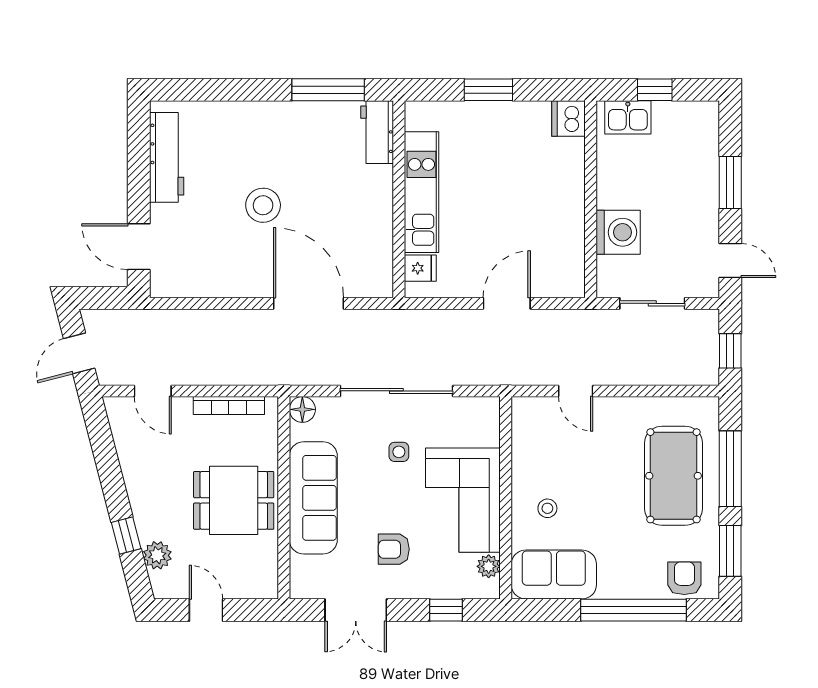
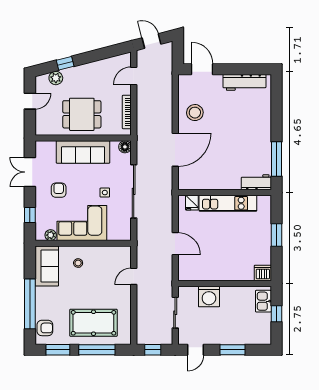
stool: (263, 205) -> (195, 113), moved
door: (139, 247) -> (202, 69), hinge flipped
dining table: (234, 500) -> (82, 114), turned 90

